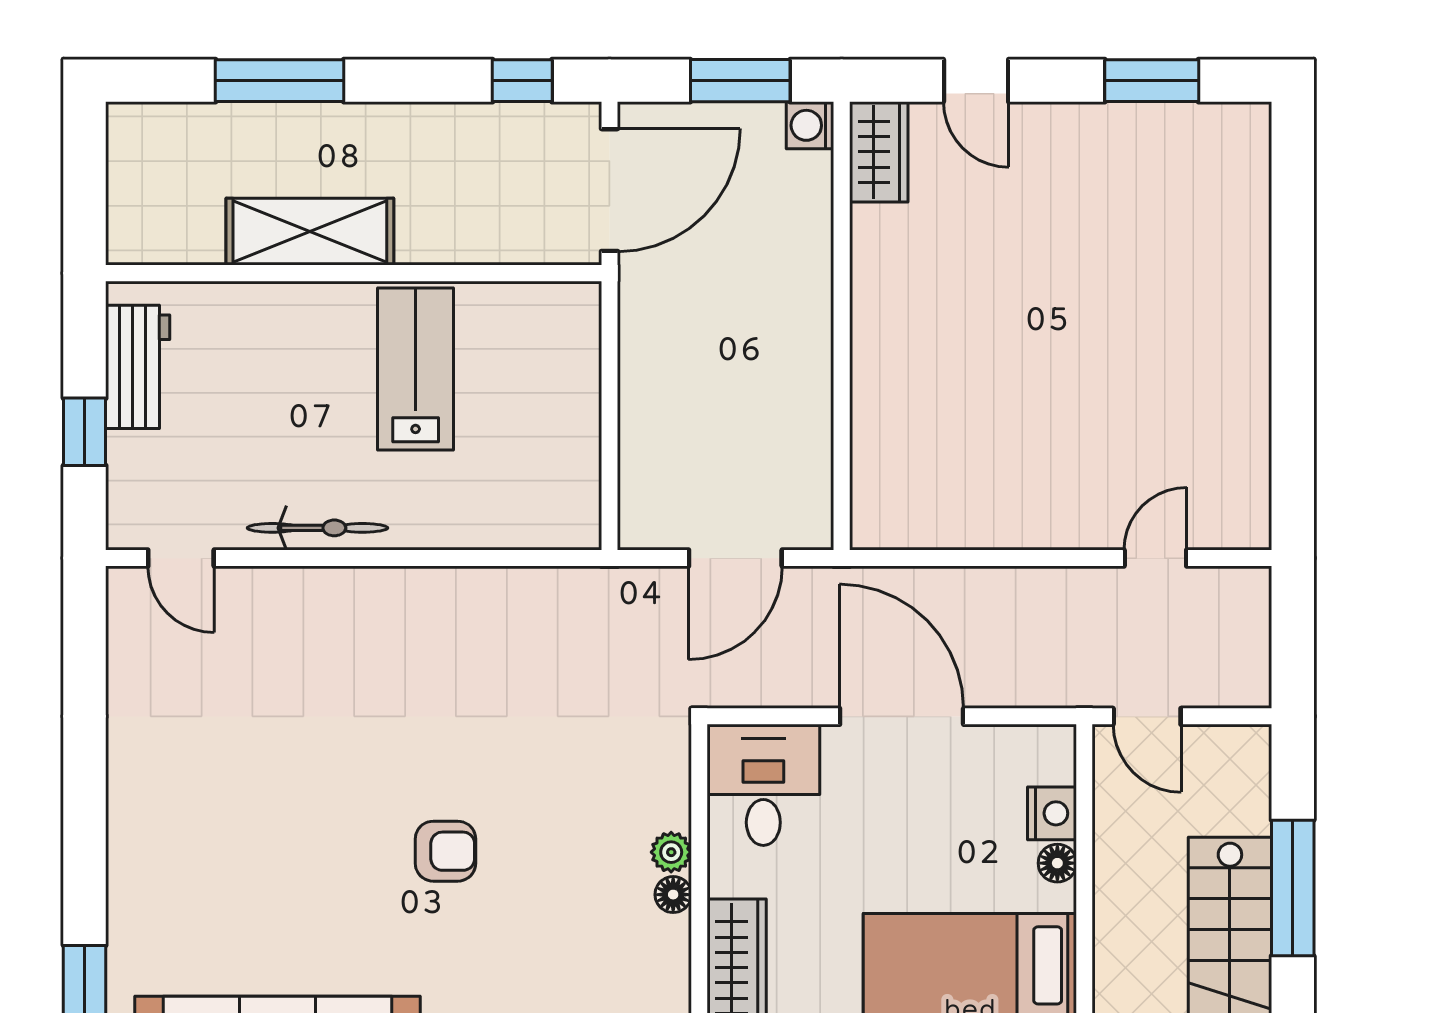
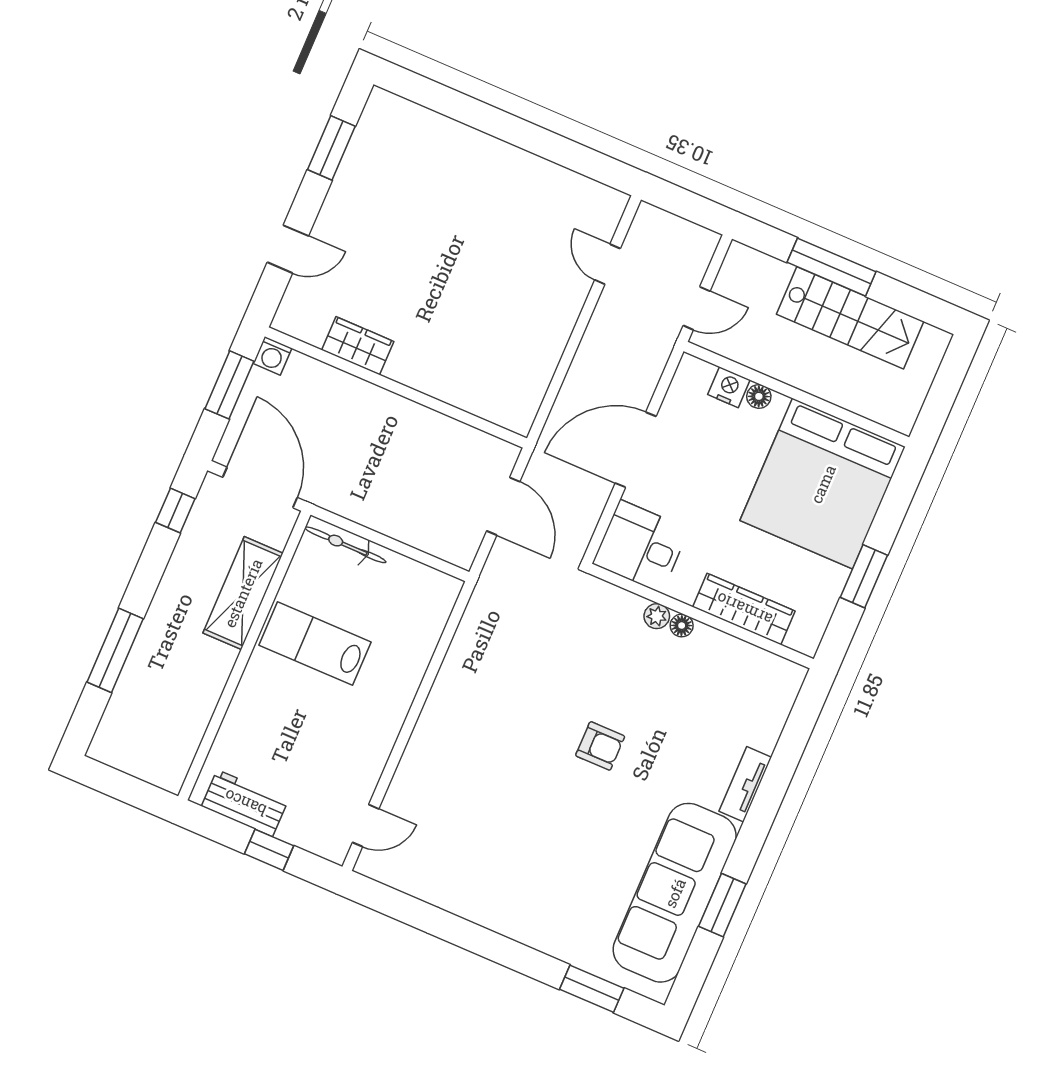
wardrobe: (879, 152) -> (358, 346), moved
shelving: (310, 232) -> (243, 593), moved
bicycle: (317, 528) -> (345, 545), moved, turned -90
armchair: (445, 851) -> (600, 746), turned 90

